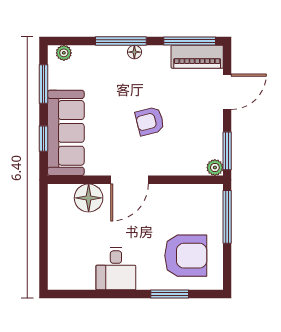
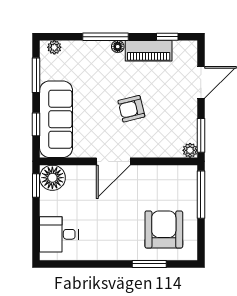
window: (190, 41) -> (167, 37), width x0.46
piano: (197, 57) -> (149, 51), moved
floor lamp: (89, 198) -> (52, 178), moved
window: (44, 207) -> (36, 186), added
armchair: (186, 256) -> (164, 229), turned -90
desk: (116, 269) -> (59, 234), moved, turned 90

